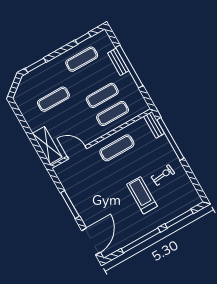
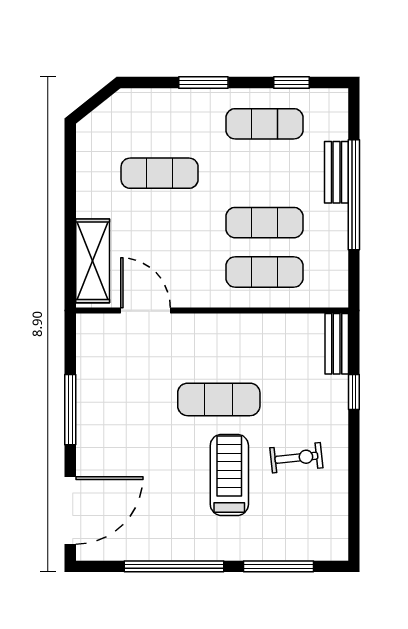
window: (36, 65) -> (203, 82), moved
window: (170, 139) -> (354, 392), width x0.32
exercise mat: (117, 148) -> (219, 399), moved

